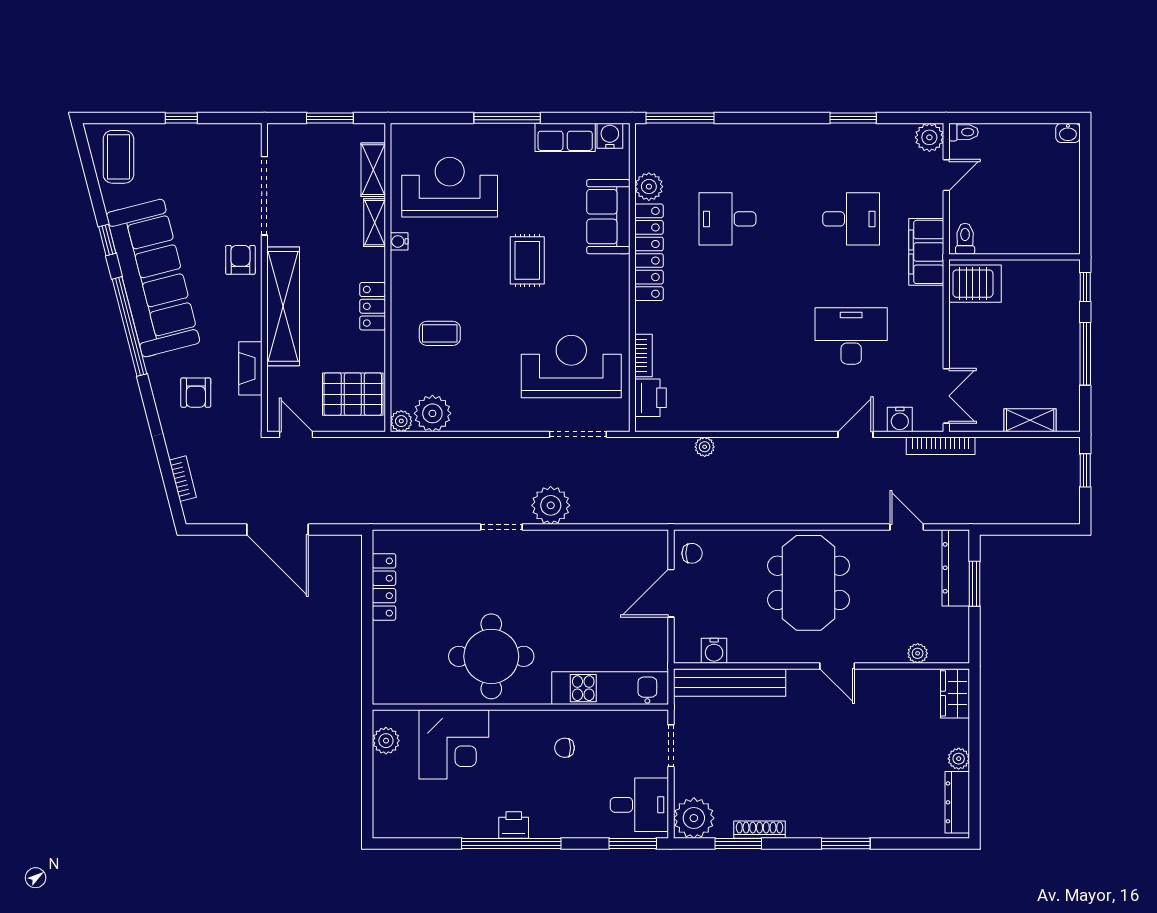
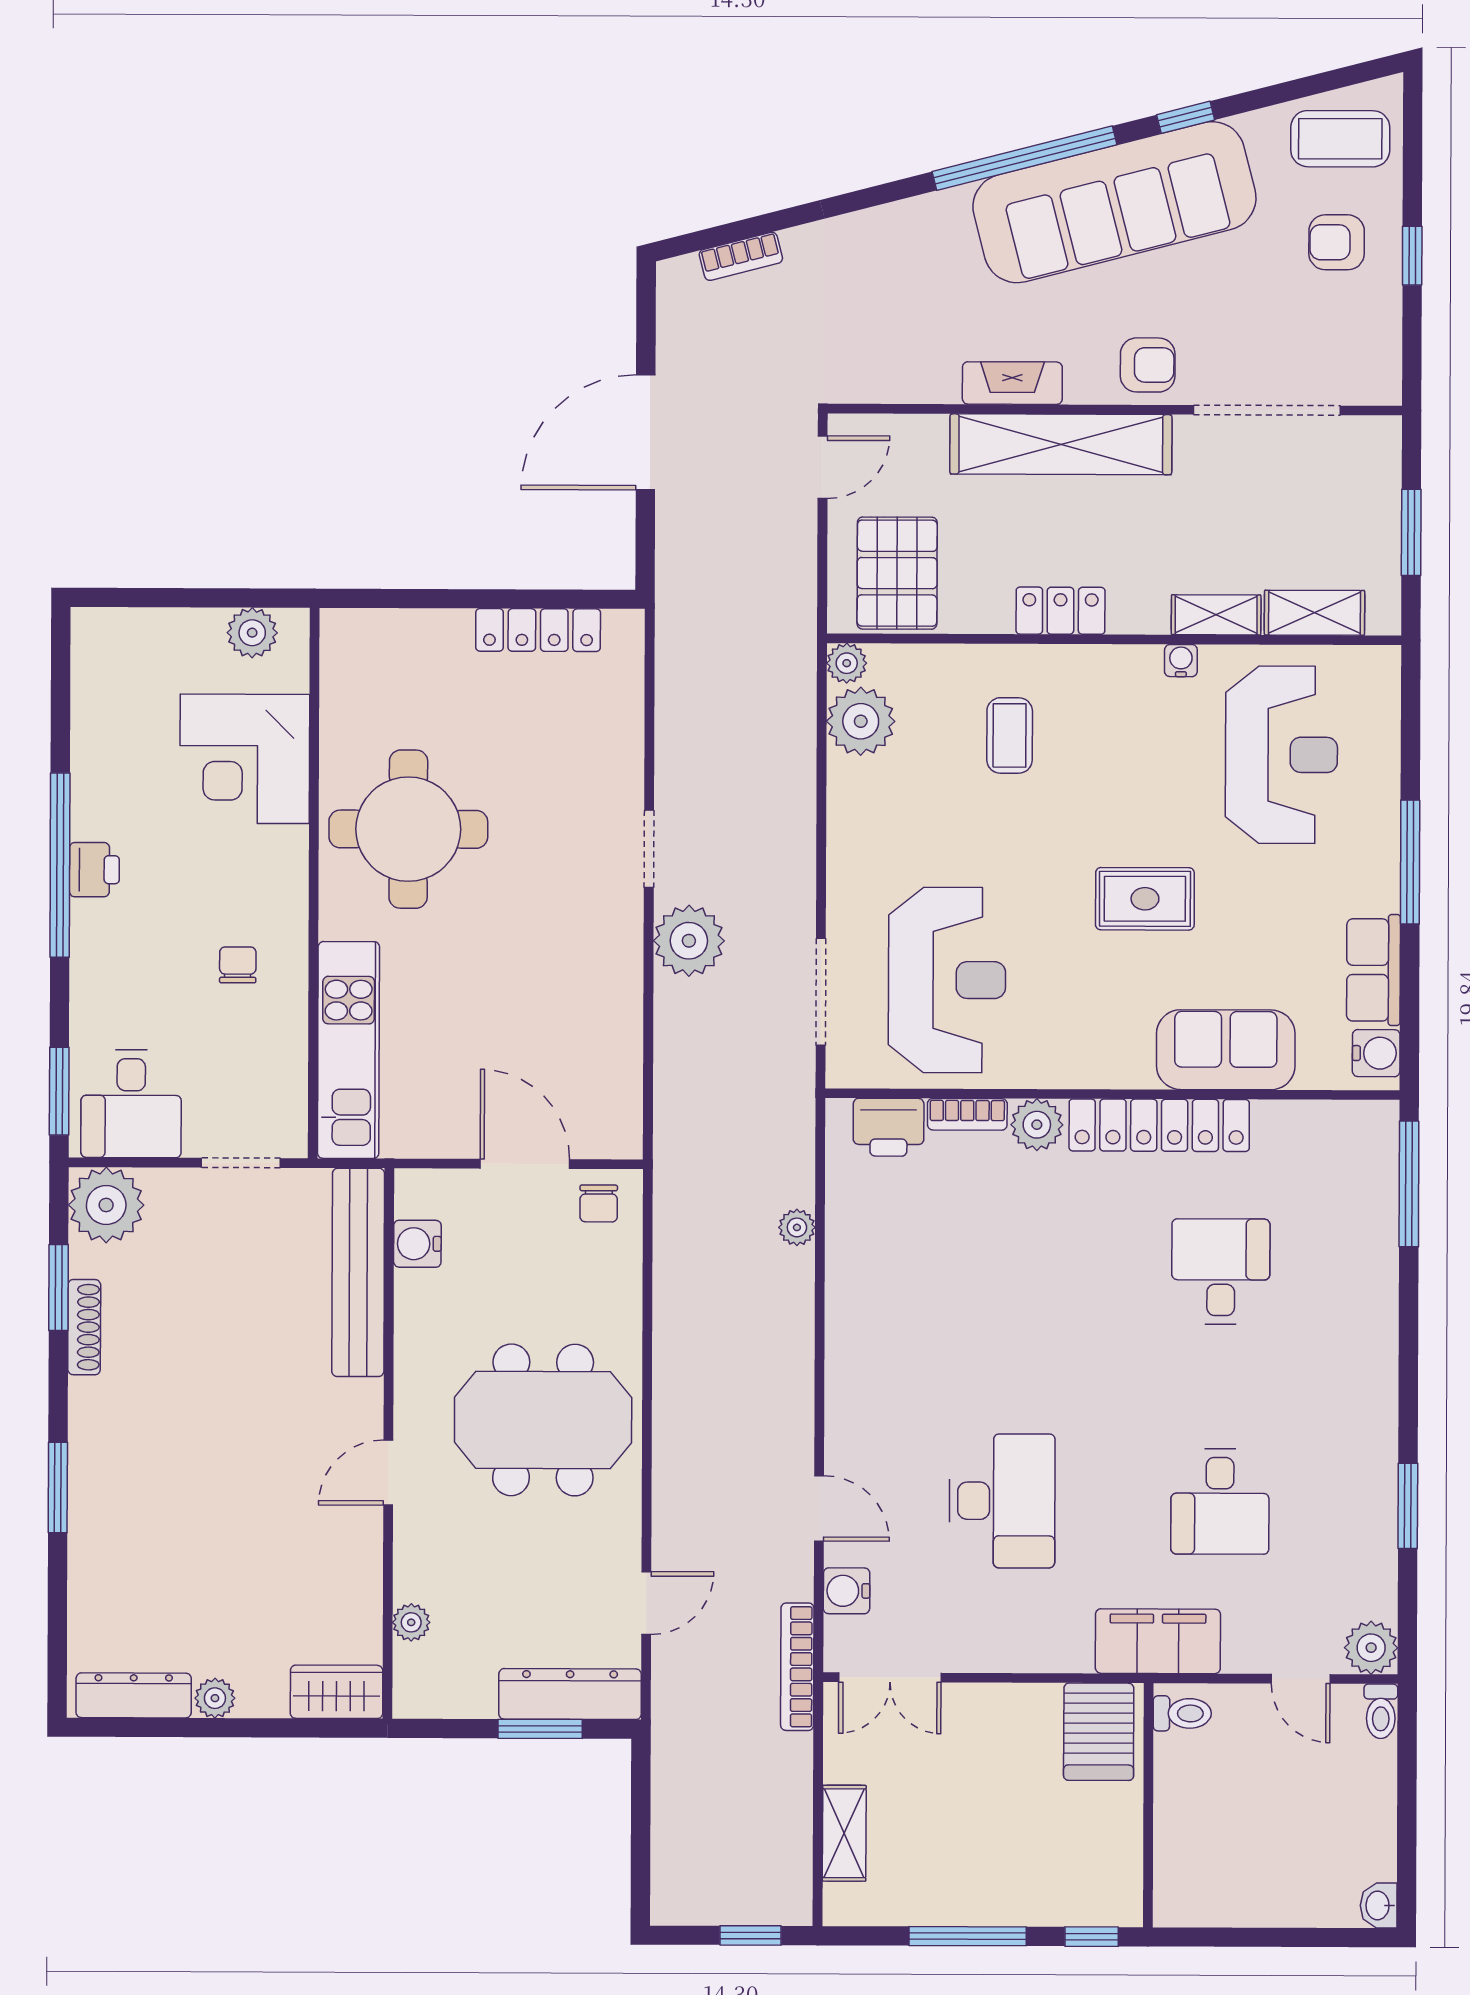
plant: (649, 187) -> (1037, 1125), moved
fireplace: (250, 368) -> (1012, 383), moved
armchair: (196, 393) -> (1337, 242), moved

